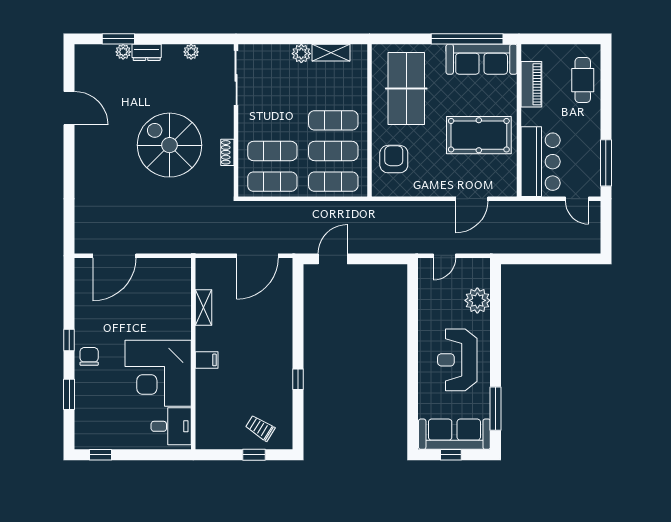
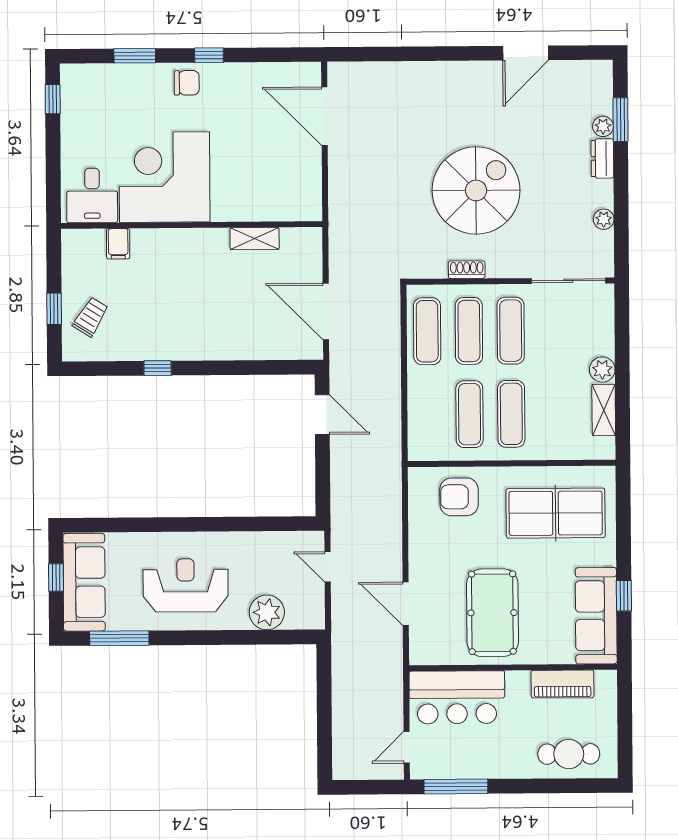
window: (467, 39) -> (624, 596), width x0.32
armchair: (394, 159) -> (459, 497), turned 180
exercise mat: (333, 182) -> (511, 331), moved
filing cabinet: (207, 360) -> (118, 244), moved

